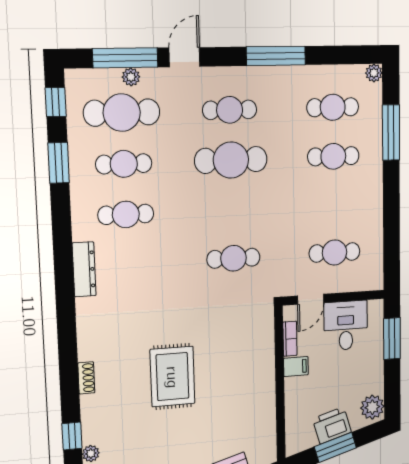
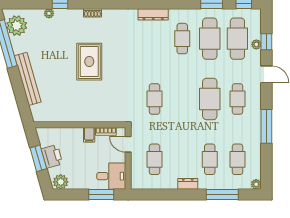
window: (125, 58) -> (266, 42), width x0.46
cafe table: (124, 164) -> (210, 39), width x1.37, depth x1.35
dresser: (374, 193) -> (188, 184), added
desk: (346, 326) -> (111, 176), moved
rug: (172, 377) -> (89, 62), turned 90

